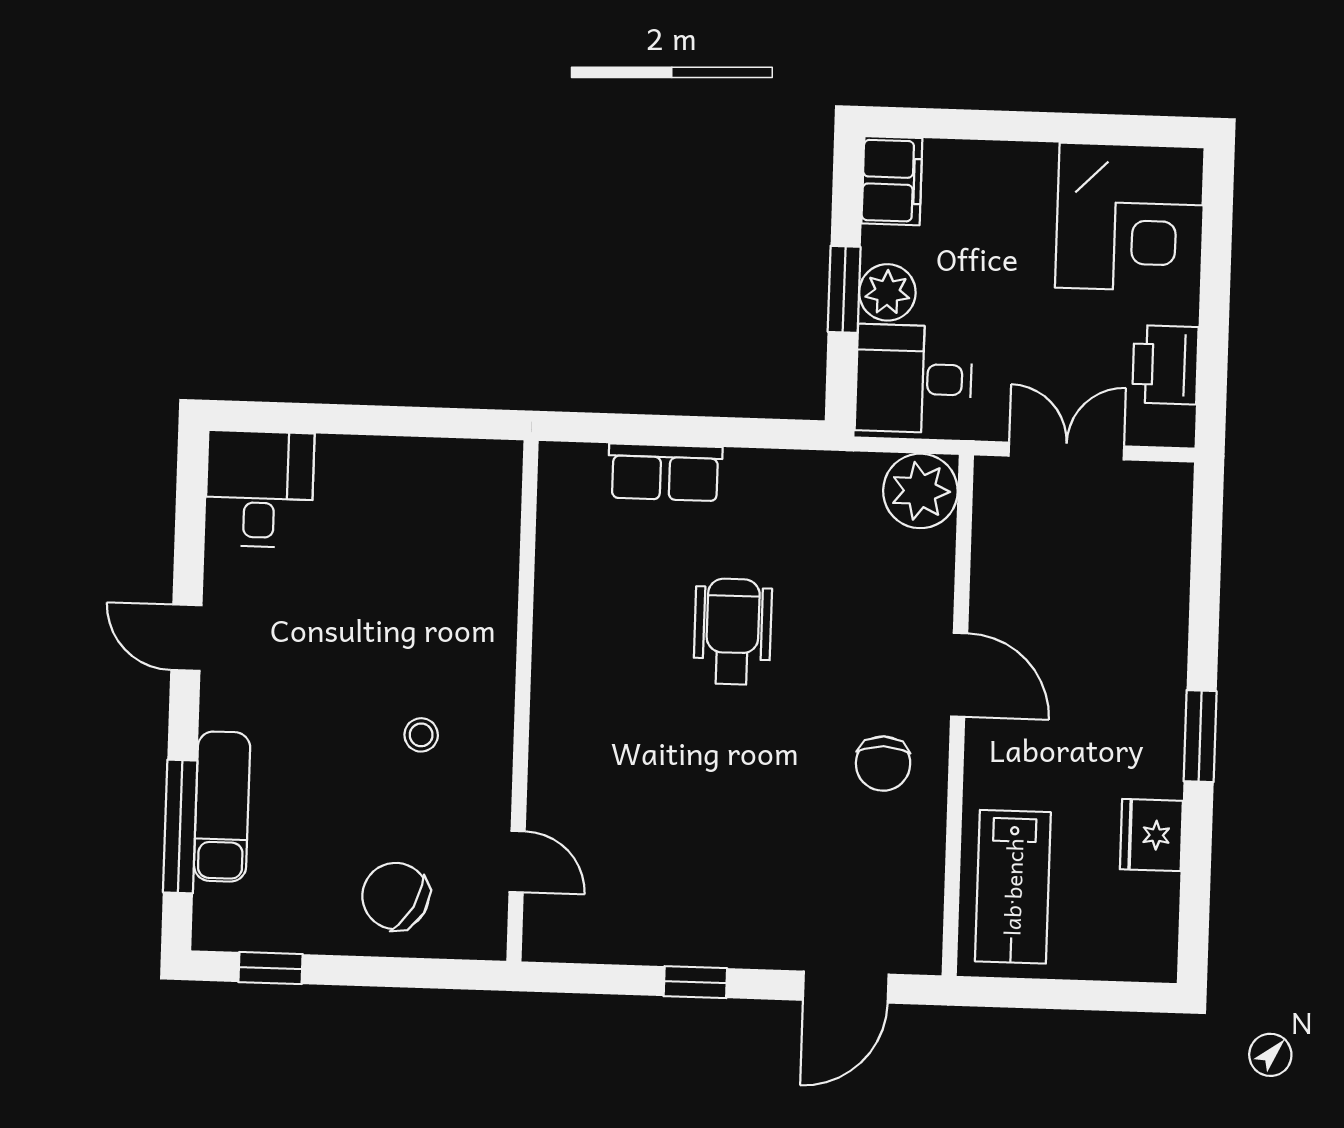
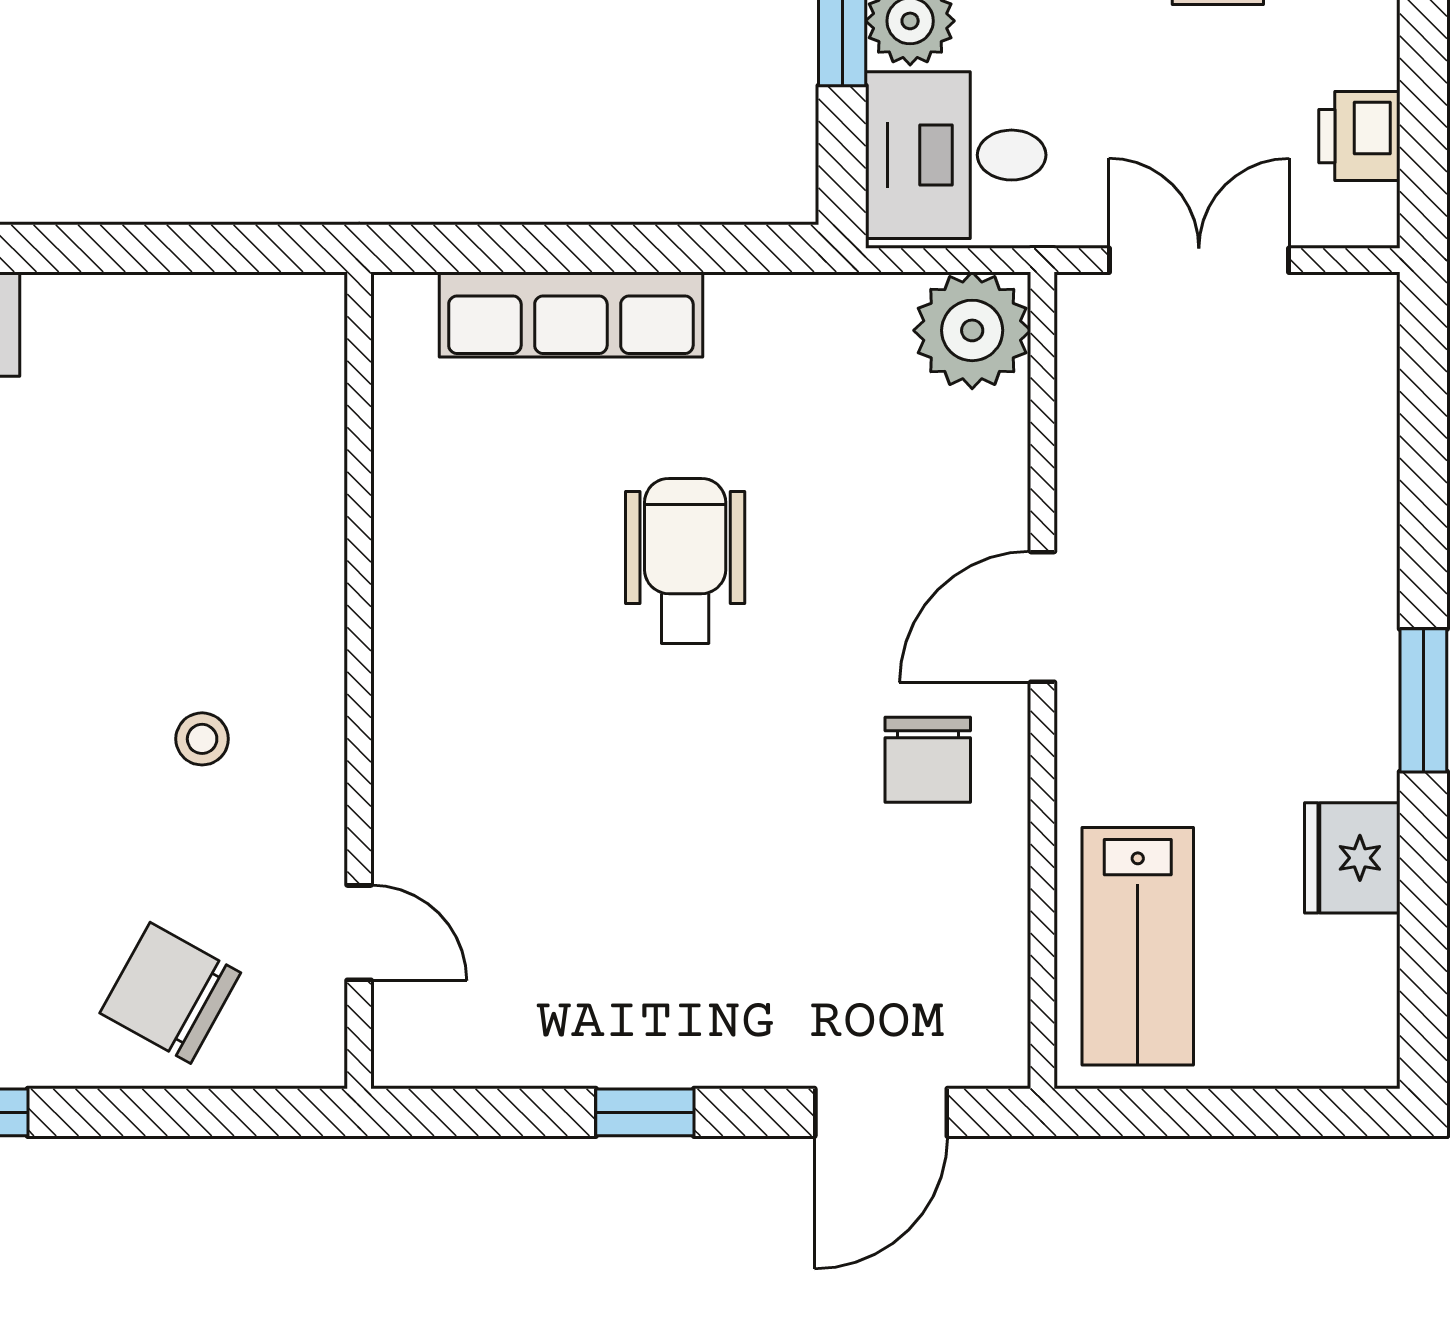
printer: (1165, 365) -> (1359, 136), width x0.73, depth x0.81
row of seats: (665, 472) -> (571, 315), width x1.48
door: (959, 675) -> (1042, 617), swing flipped

